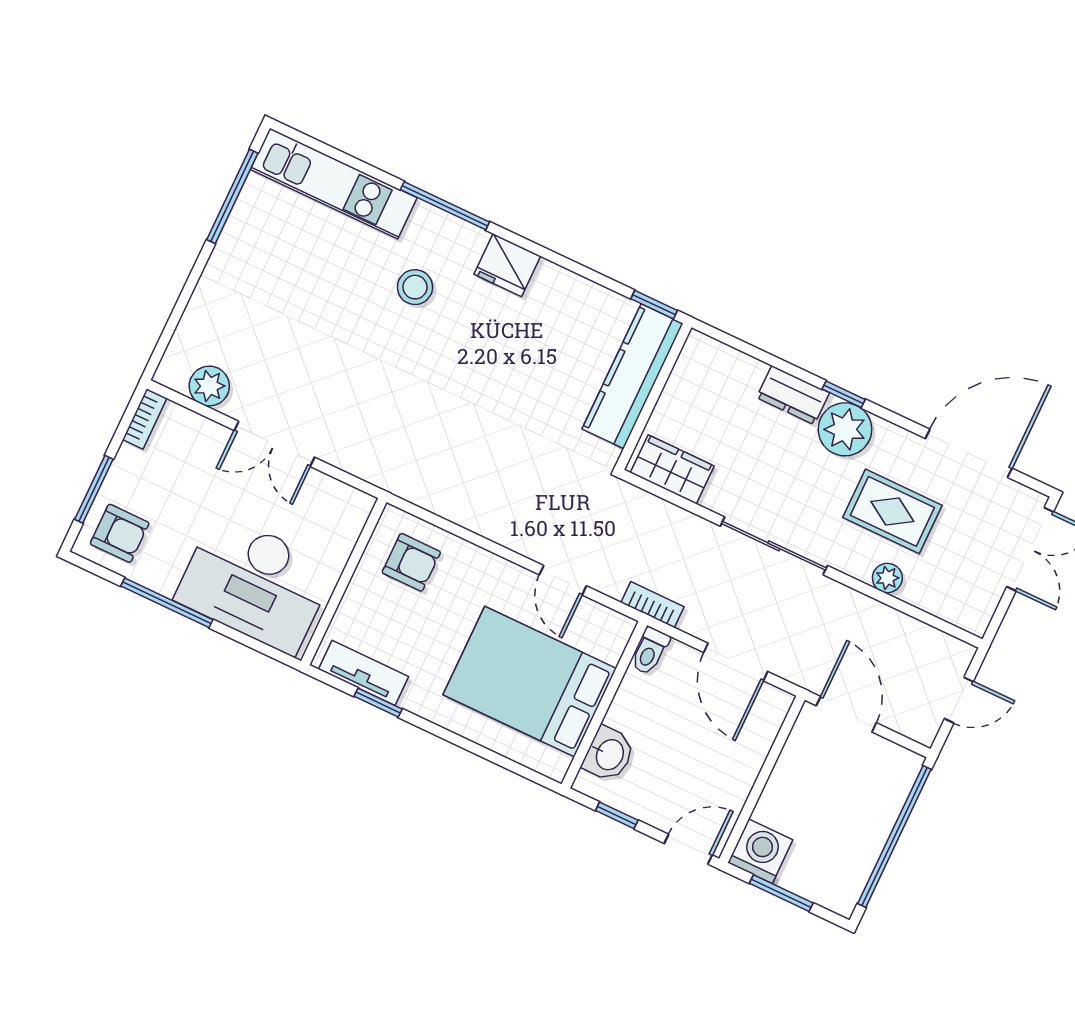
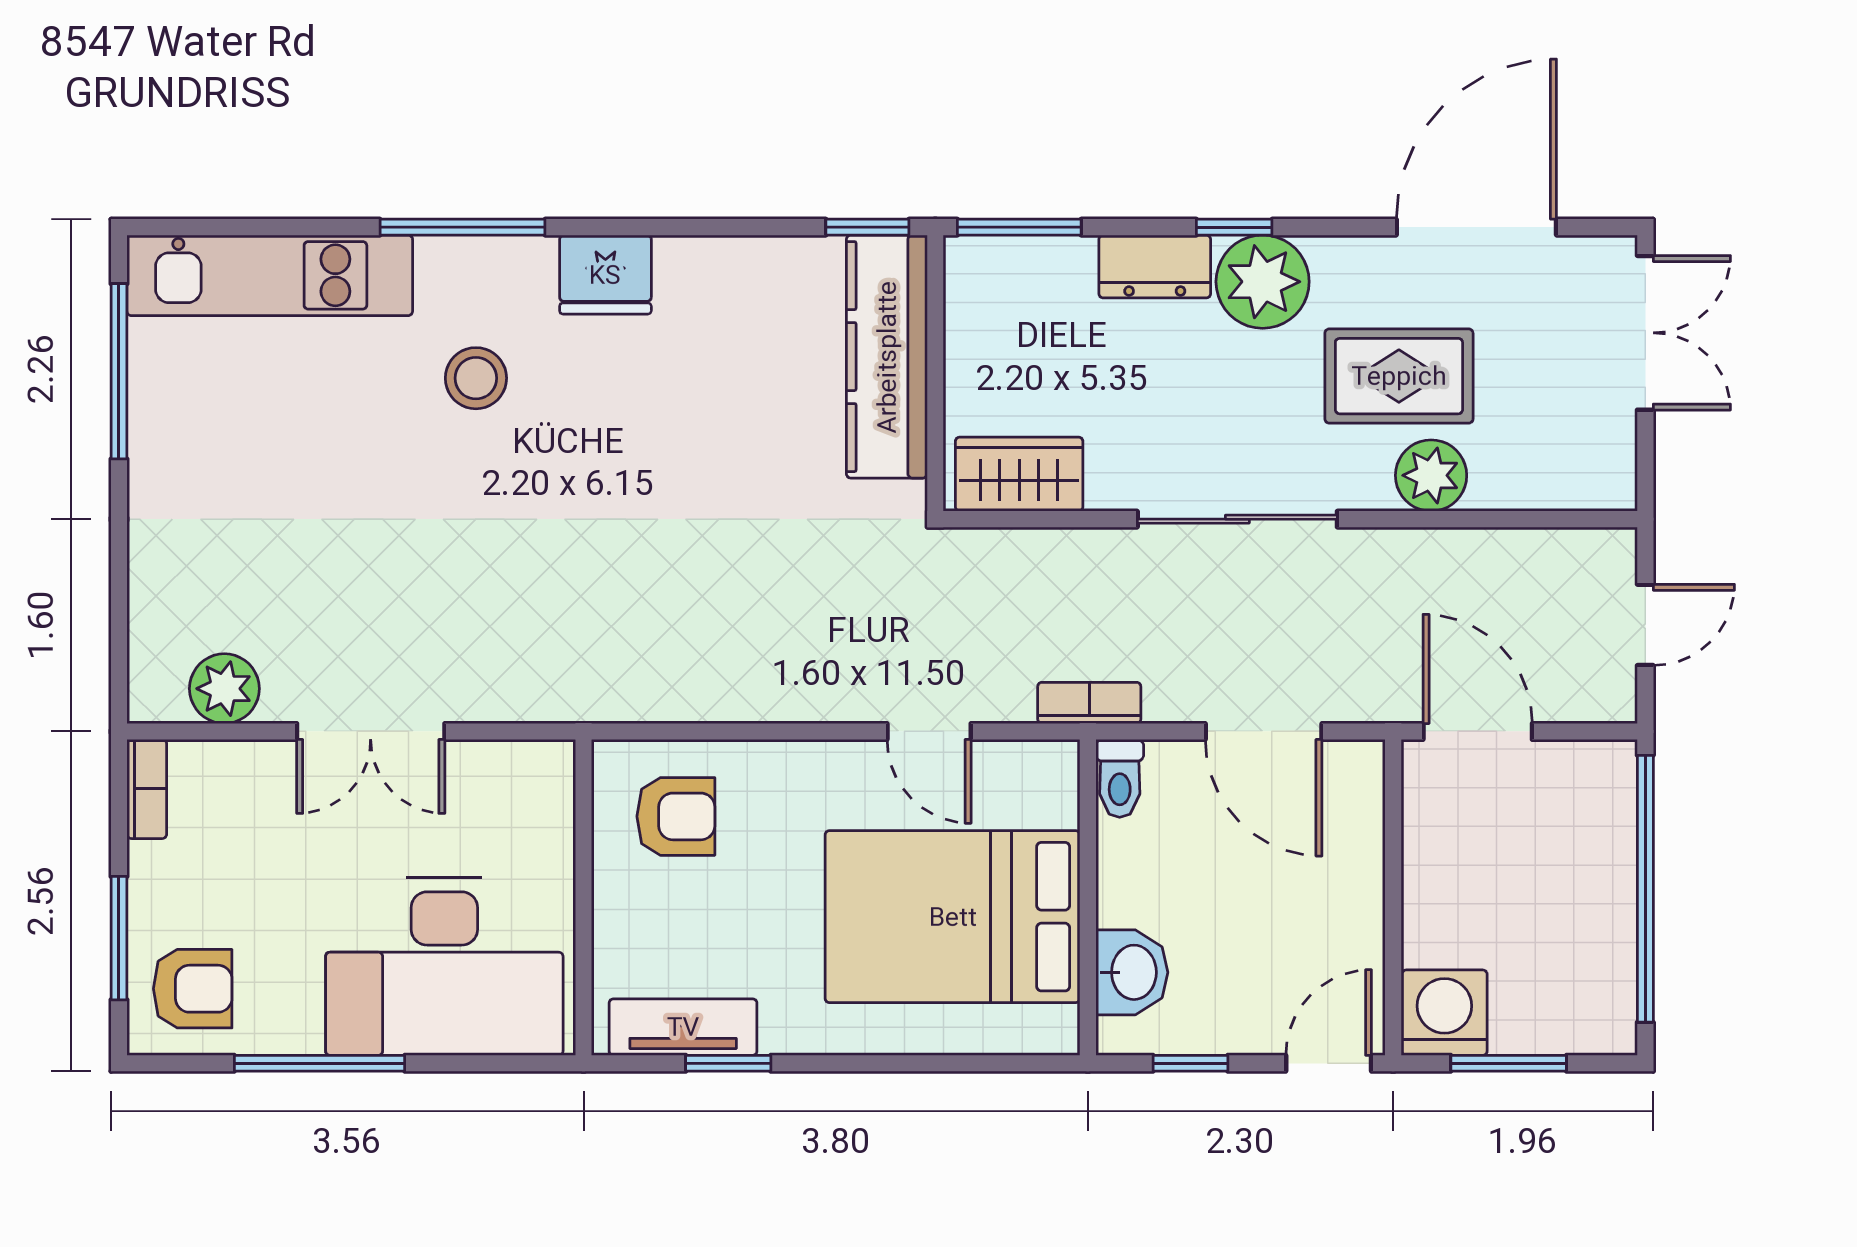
window: (733, 342) -> (1019, 227), added
plant: (887, 578) -> (1431, 475), width x1.38, depth x1.38

